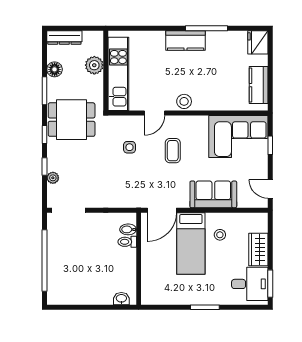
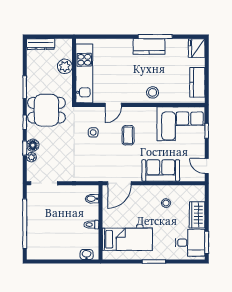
kitchen counter: (186, 40) -> (149, 46), moved
floor lamp: (55, 69) -> (33, 145), moved
stool: (184, 101) -> (153, 92), moved
toilet: (127, 242) -> (91, 225), moved
bed: (191, 243) -> (127, 239), moved, turned -90

